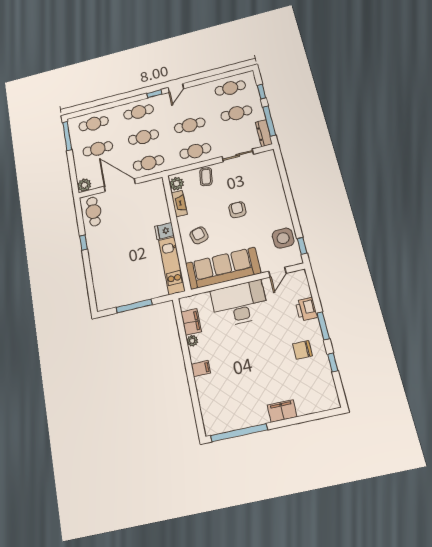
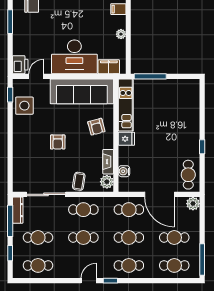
sliding door: (238, 155) -> (46, 194), width x1.37
water cooler: (161, 198) -> (124, 171), added
window: (134, 306) -> (150, 76), moved
printer: (306, 309) -> (20, 65), moved
filing cabinet: (191, 322) -> (109, 67), moved, turned 90

